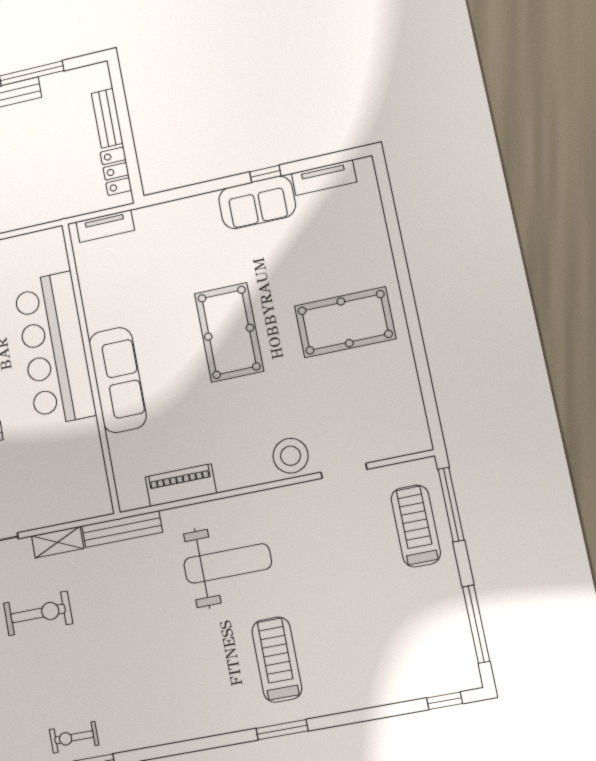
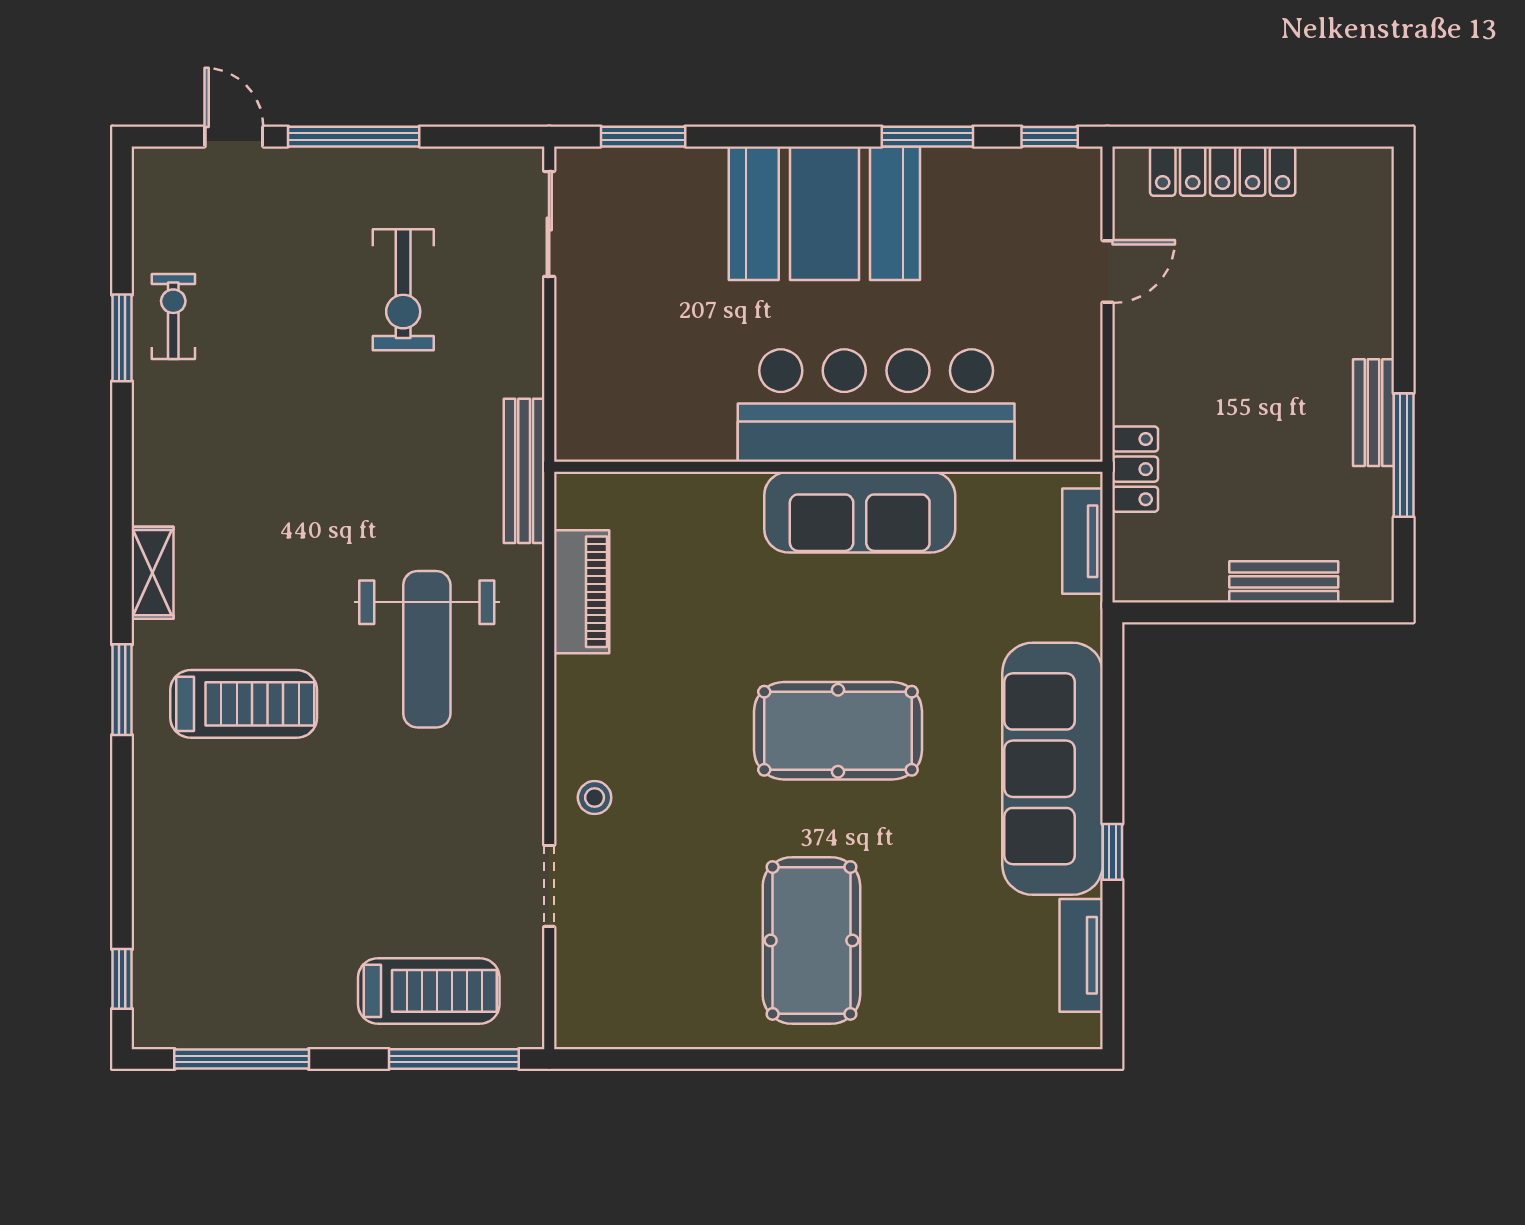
locker: (116, 171) -> (1135, 469), moved, turned 90
sofa: (257, 202) -> (1053, 769), width x1.85, depth x1.27
sofa: (118, 380) -> (860, 512), moved
stool: (291, 456) -> (595, 798), width x0.53, depth x0.53
shelving: (58, 542) -> (153, 573), moved

